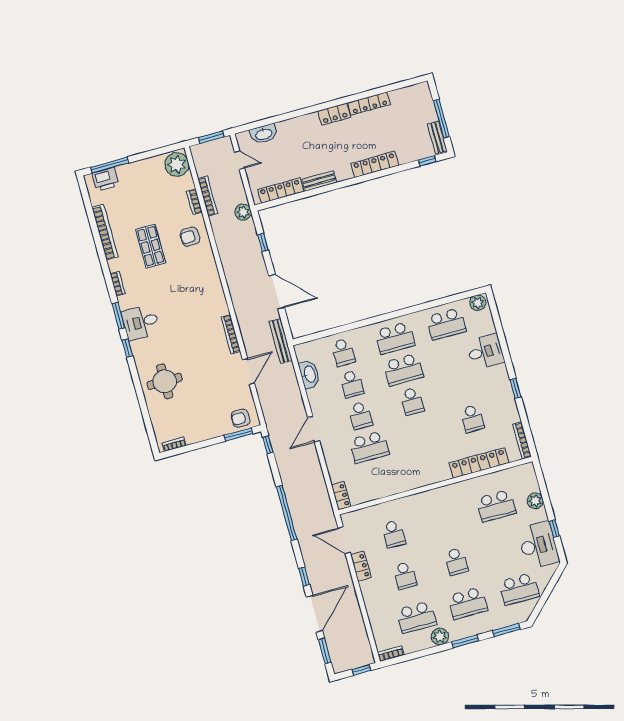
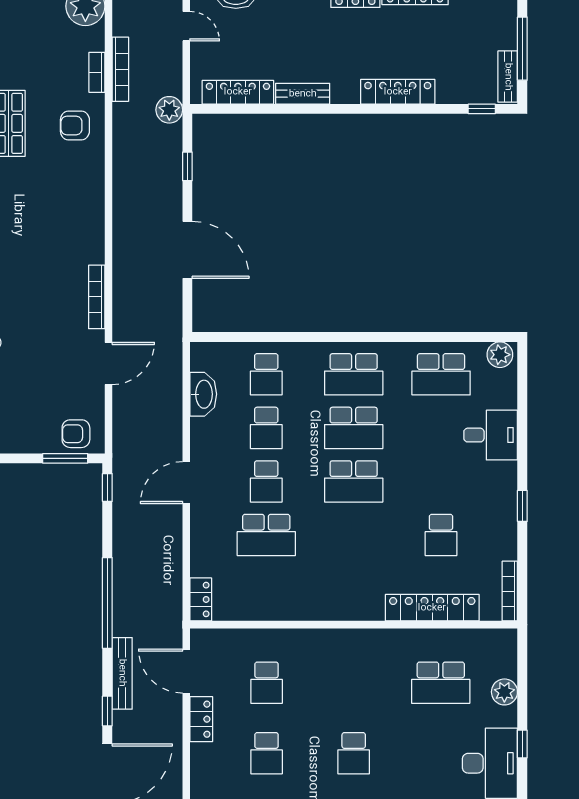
bench: (281, 341) -> (122, 673), moved
school desk: (412, 401) -> (354, 481), width x1.85

